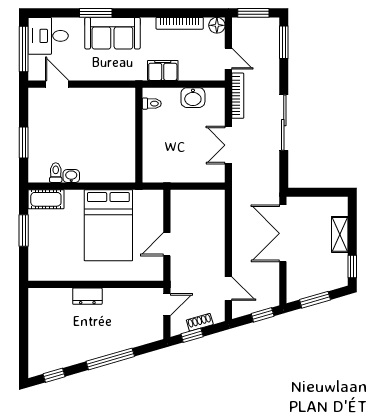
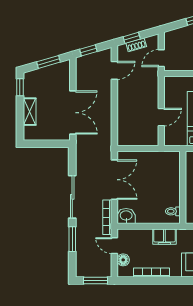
floor lamp: (217, 25) -> (123, 260), moved
window: (284, 42) -> (72, 239), moved
washbasin: (193, 98) -> (126, 216), moved
double door: (228, 145) -> (114, 180), width x1.37
door: (167, 244) -> (161, 117), moved
door: (228, 289) -> (114, 70), swing flipped
window: (192, 335) -> (132, 38), moved

